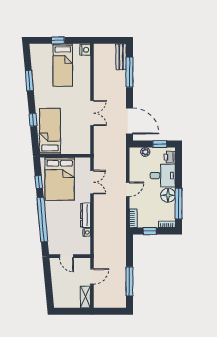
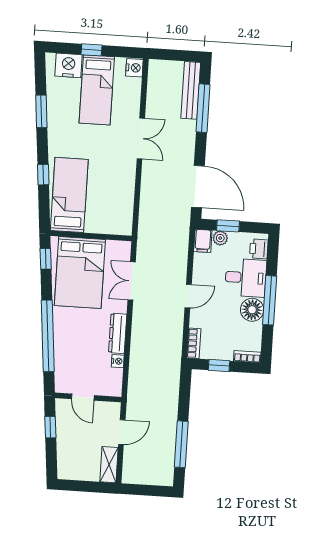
nightstand: (44, 51) -> (69, 65), added
bench: (121, 57) -> (191, 90), width x1.36
double door: (92, 113) -> (141, 138), moved
window: (160, 144) -> (228, 226), moved
filing cabinet: (135, 154) -> (203, 241), added
window: (39, 182) -> (46, 259), moved
double door: (92, 182) -> (132, 281), swing flipped
window: (178, 203) -> (270, 300), moved
window: (48, 276) -> (50, 427), added

